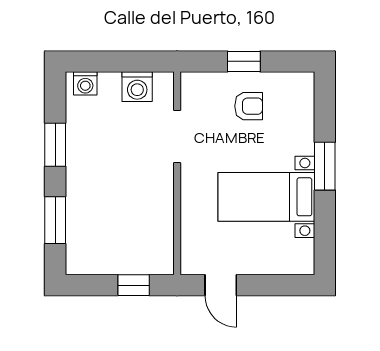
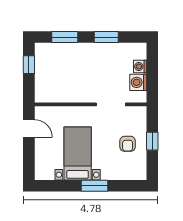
washing machine: (85, 83) -> (140, 66), moved
window: (134, 285) -> (29, 65), moved
door: (221, 285) -> (29, 128), swing flipped

